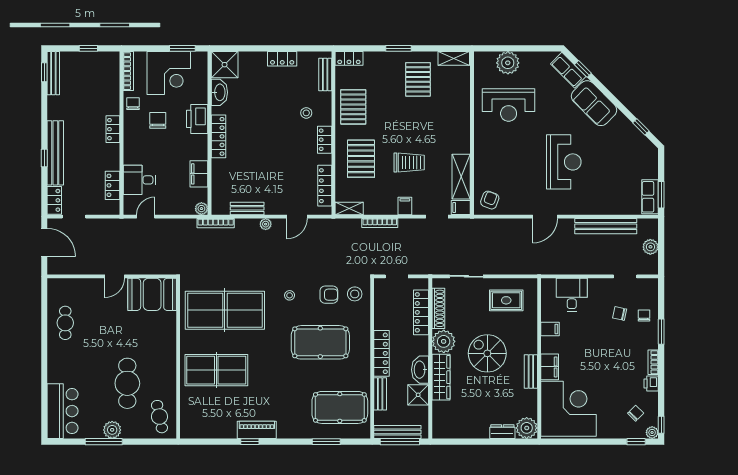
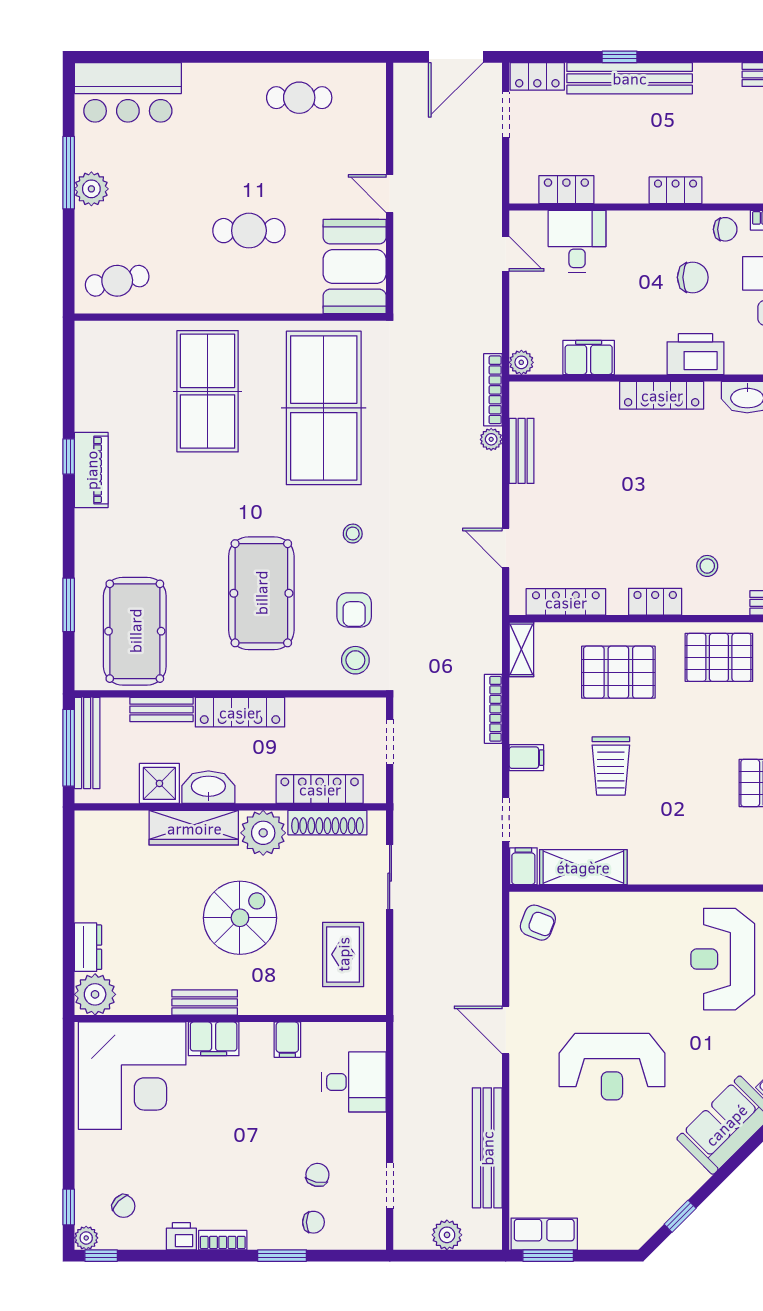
plant: (266, 224) -> (491, 439), moved
cafe table: (127, 383) -> (249, 231), moved, width x0.73, depth x0.74

